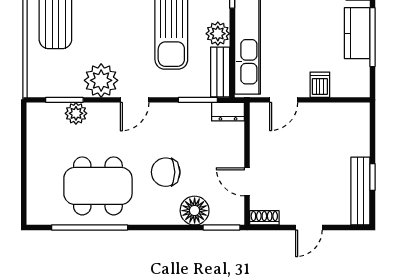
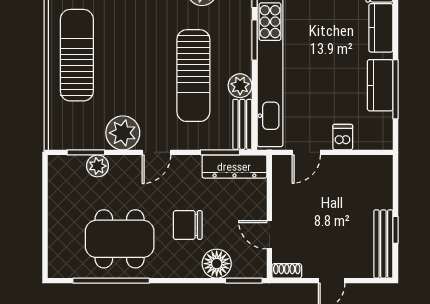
dresser: (228, 112) -> (234, 167), width x1.96, depth x1.24

